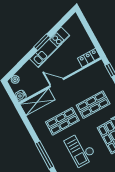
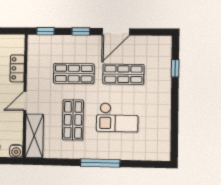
locker: (89, 58) -> (17, 68), moved
shop shelf: (93, 105) -> (74, 74), turned 90

